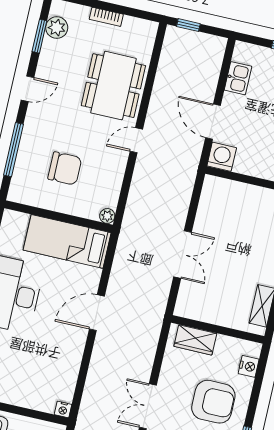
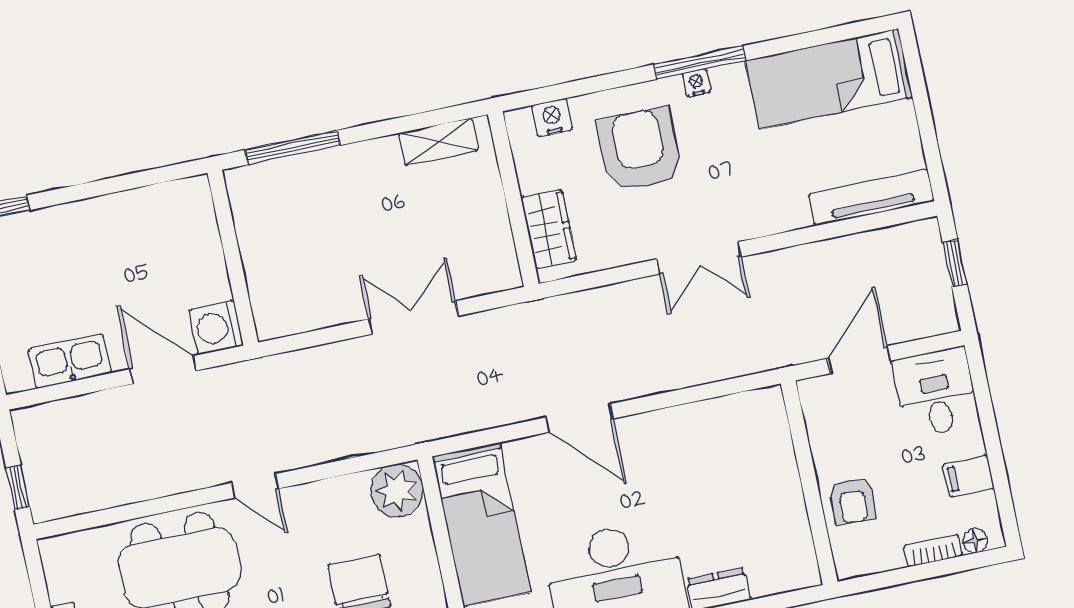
kitchen sink: (238, 78) -> (70, 361), width x1.38
door: (213, 122) -> (163, 370), swing flipped
plant: (107, 216) -> (397, 491), width x1.88, depth x1.88
nightstand: (63, 409) -> (771, 400), removed

